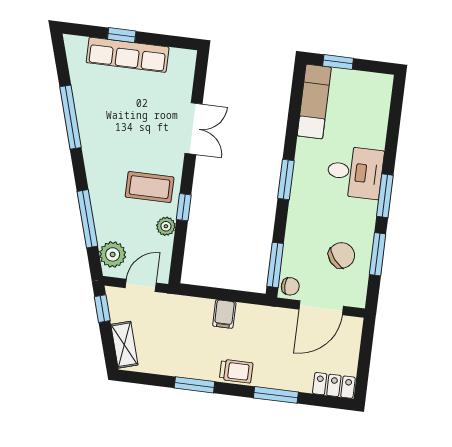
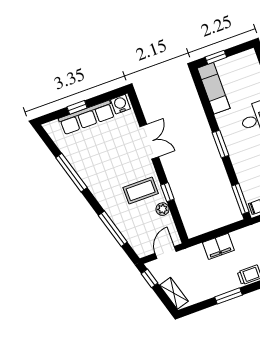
water cooler: (181, 60) -> (120, 104), added
plant: (113, 254) -> (139, 242), removed
filing cabinet: (224, 314) -> (218, 246), width x2.00

